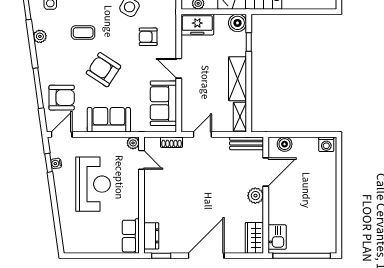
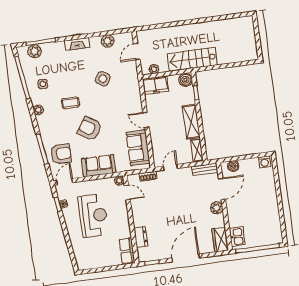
armchair: (148, 37) -> (120, 99), removed
dresser: (151, 236) -> (141, 237), moved

